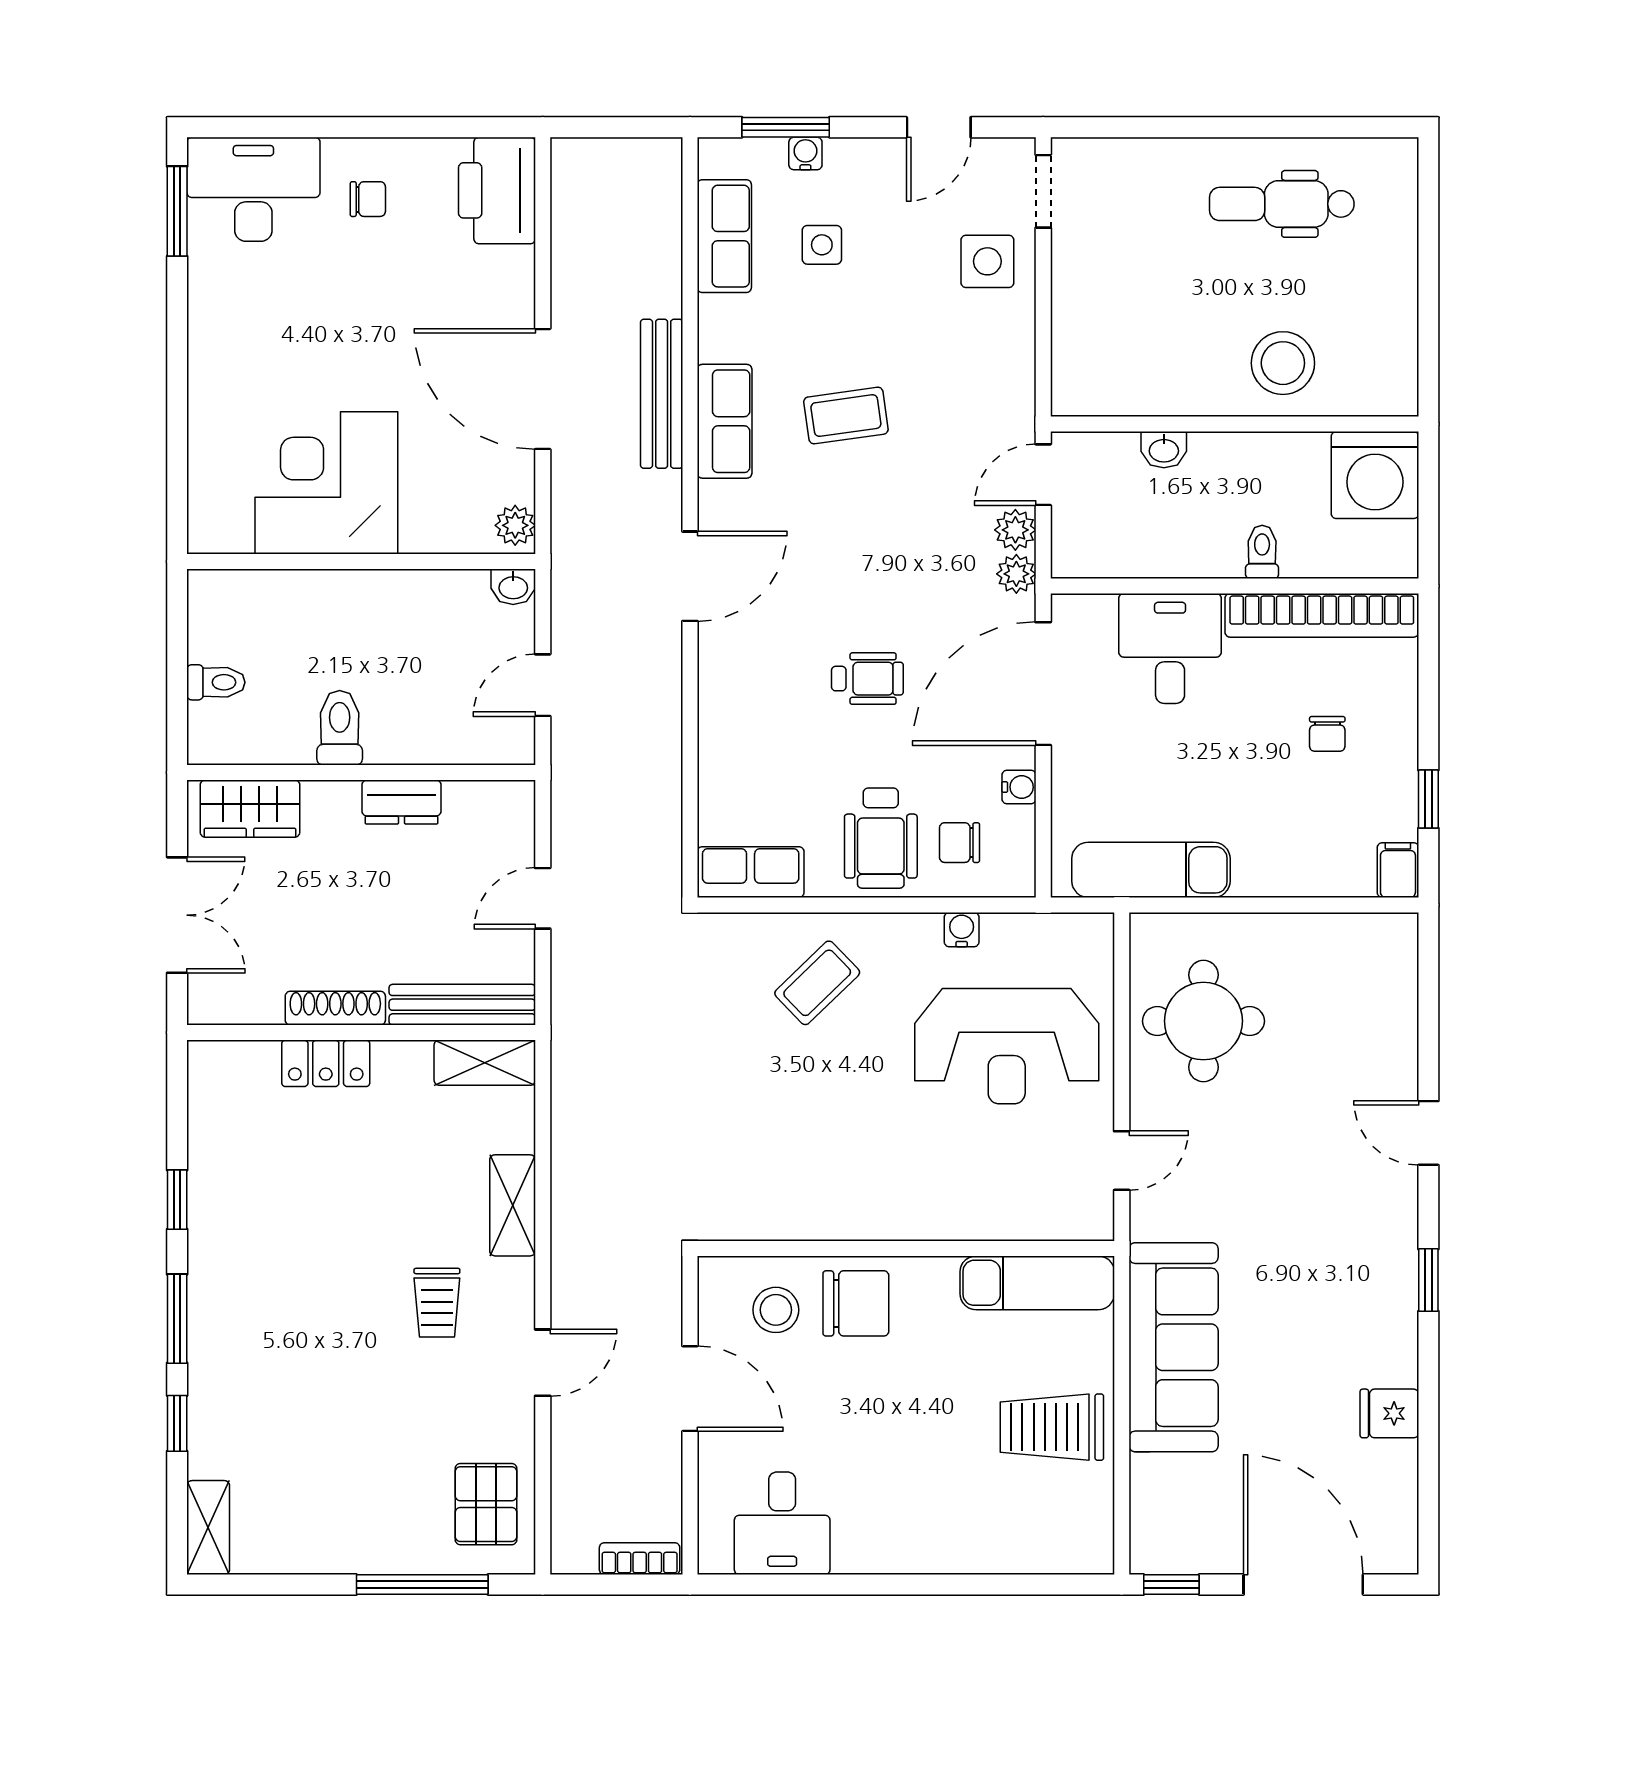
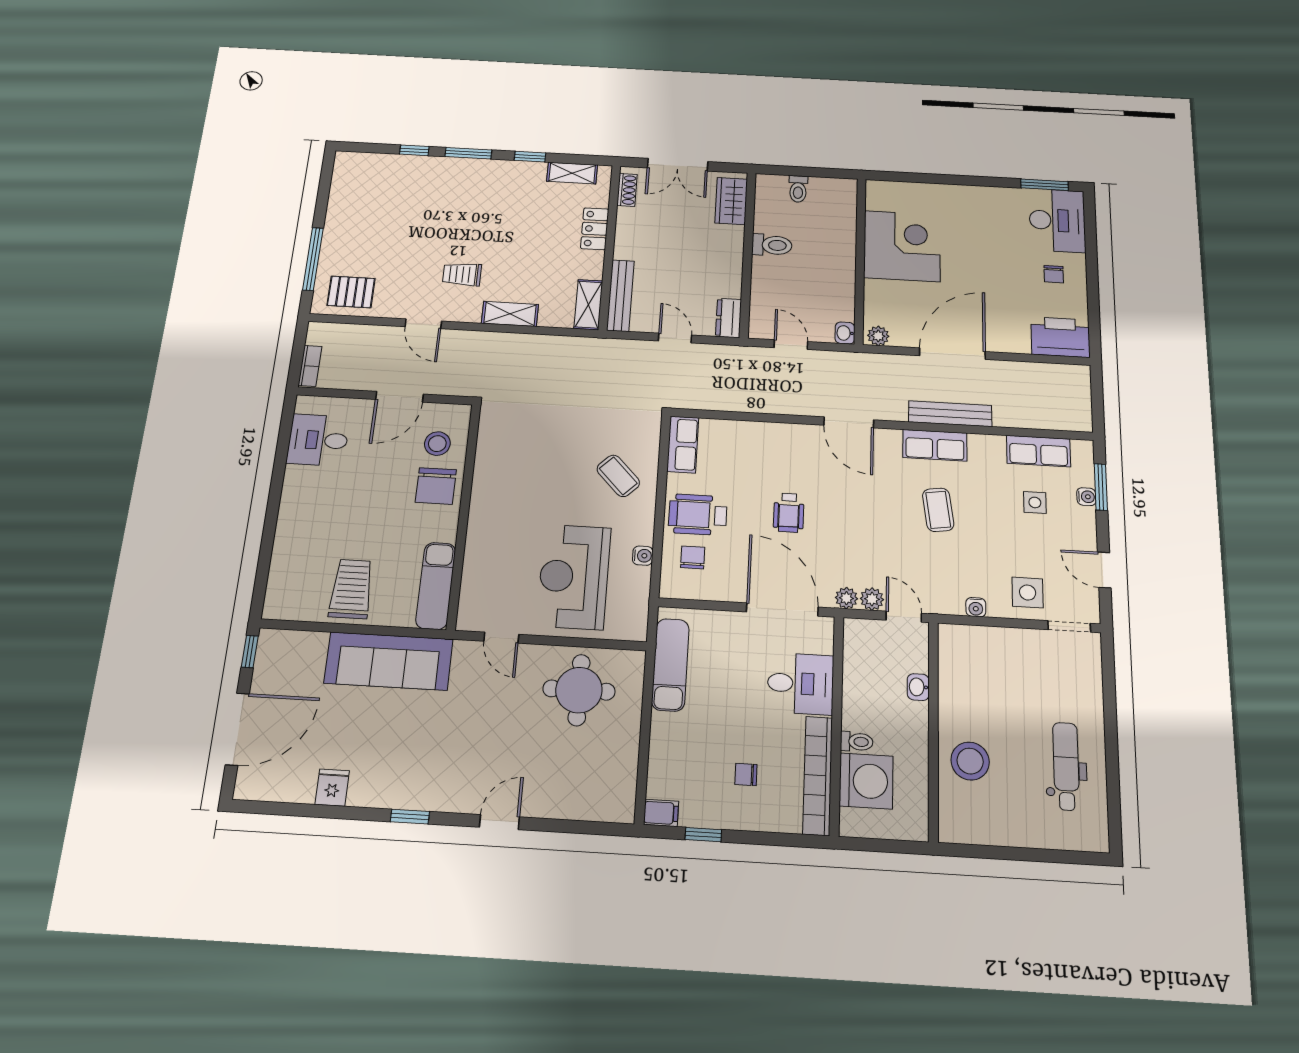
washing machine: (1375, 475) -> (866, 781), moved, turned 180
water cooler: (1019, 787) -> (976, 607), moved
dresser: (401, 802) -> (729, 318), moved
shoe rack: (335, 1008) -> (627, 190), moved, width x0.70
shelving: (208, 1528) -> (572, 173), moved

